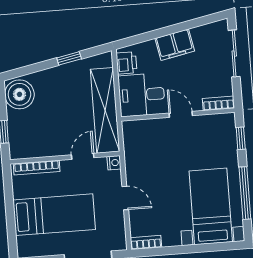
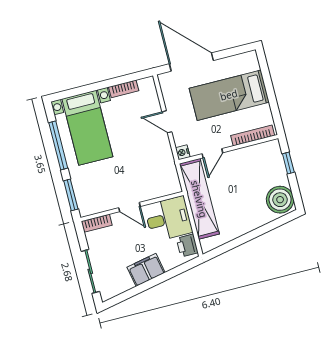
window: (69, 58) -> (240, 241), removed
window: (241, 138) -> (71, 195), width x1.50
bookcase: (146, 242) -> (124, 89), moved

